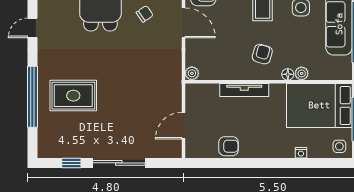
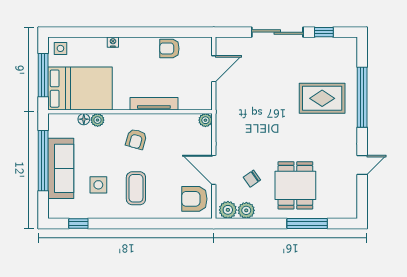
floor lamp: (288, 74) -> (84, 119), moved
nightstand: (301, 153) -> (113, 42), moved

